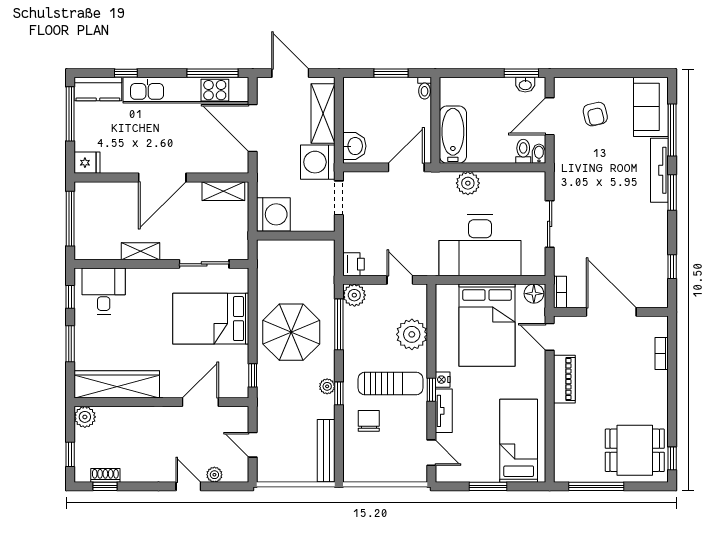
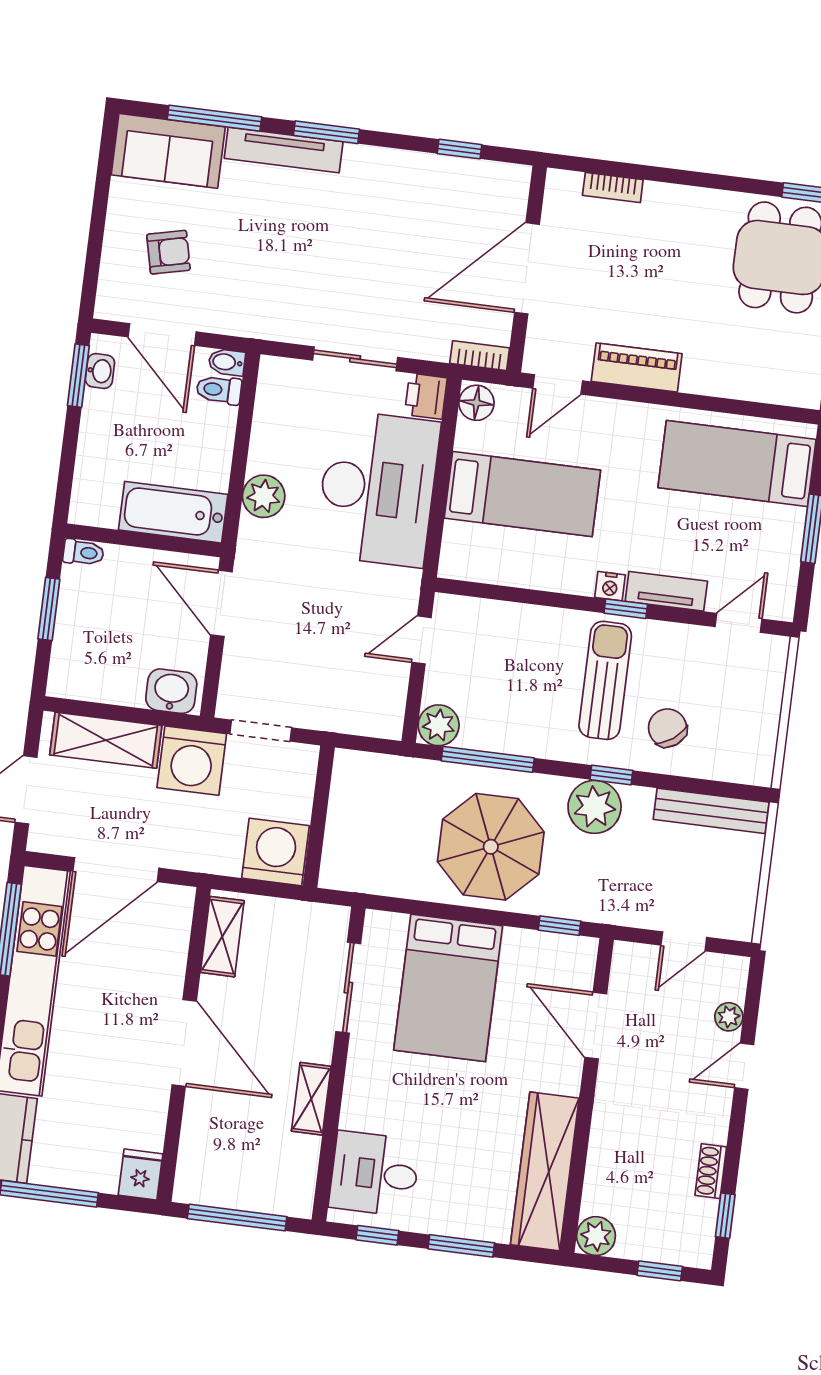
printer: (354, 264) -> (426, 396), moved, turned -90
bed: (487, 325) -> (522, 494), width x0.67
plant: (412, 334) -> (522, 631), removed
plant: (327, 386) -> (595, 807), width x1.87, depth x1.87
chair: (369, 421) -> (667, 728), turned 53
shoe rack: (105, 475) -> (711, 1171), moved

